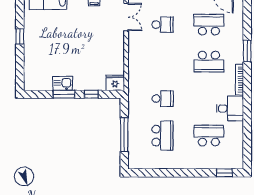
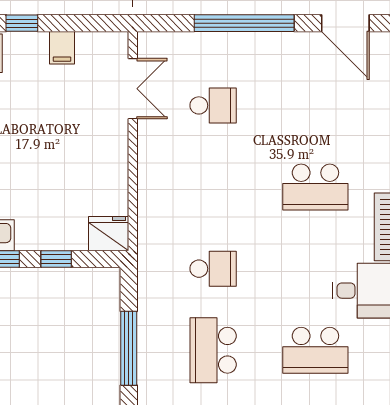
school desk: (209, 25) -> (315, 105), removed
school desk: (163, 136) -> (213, 350), turned 180
school desk: (209, 136) -> (315, 350), turned 180

